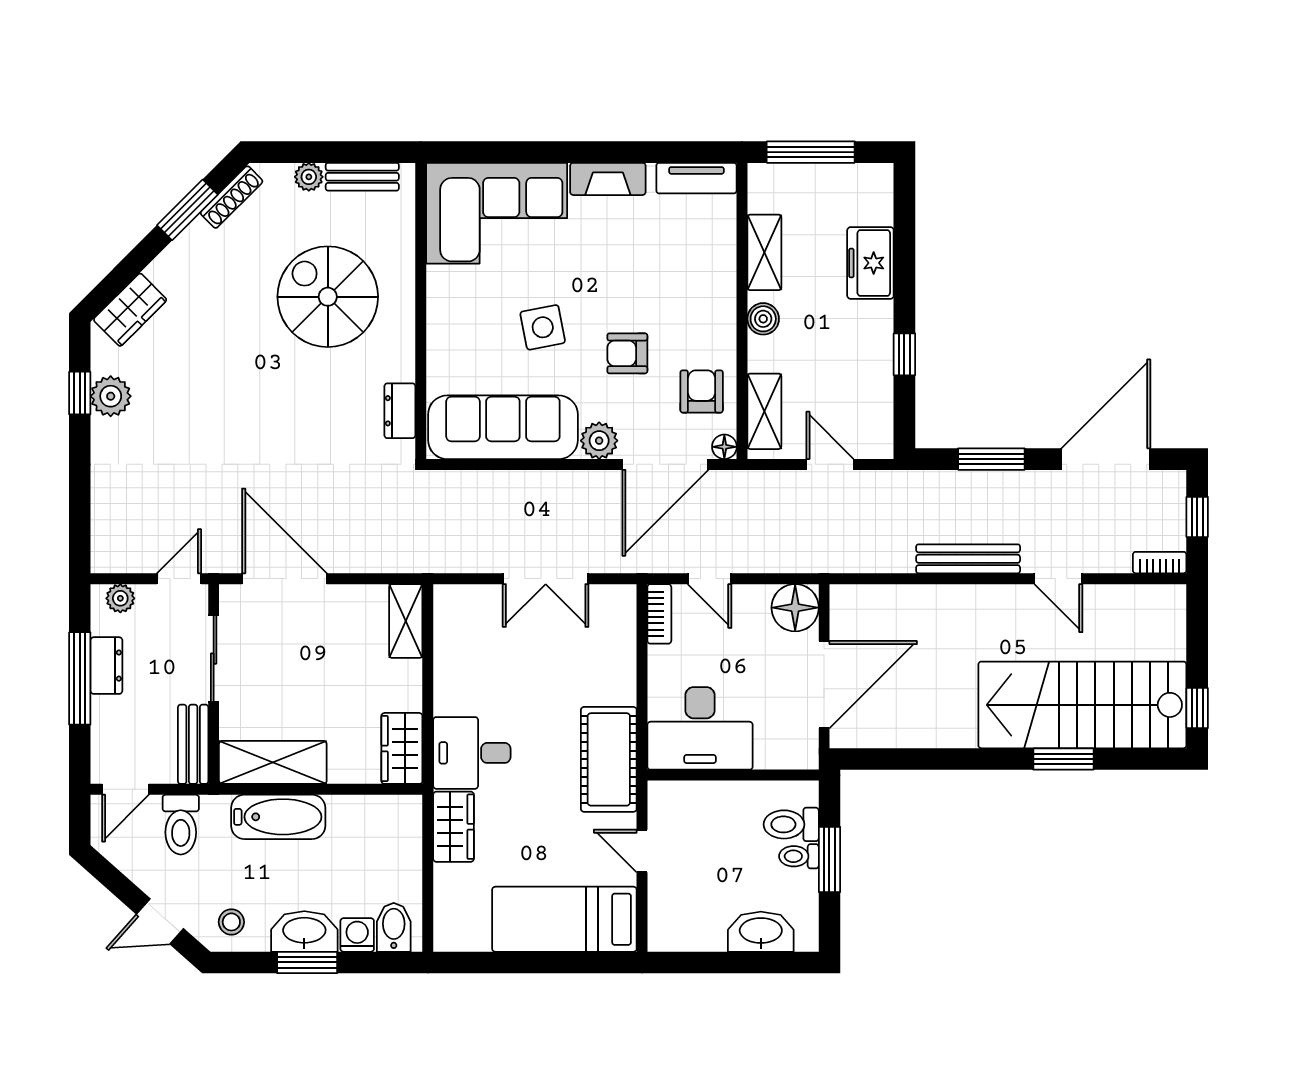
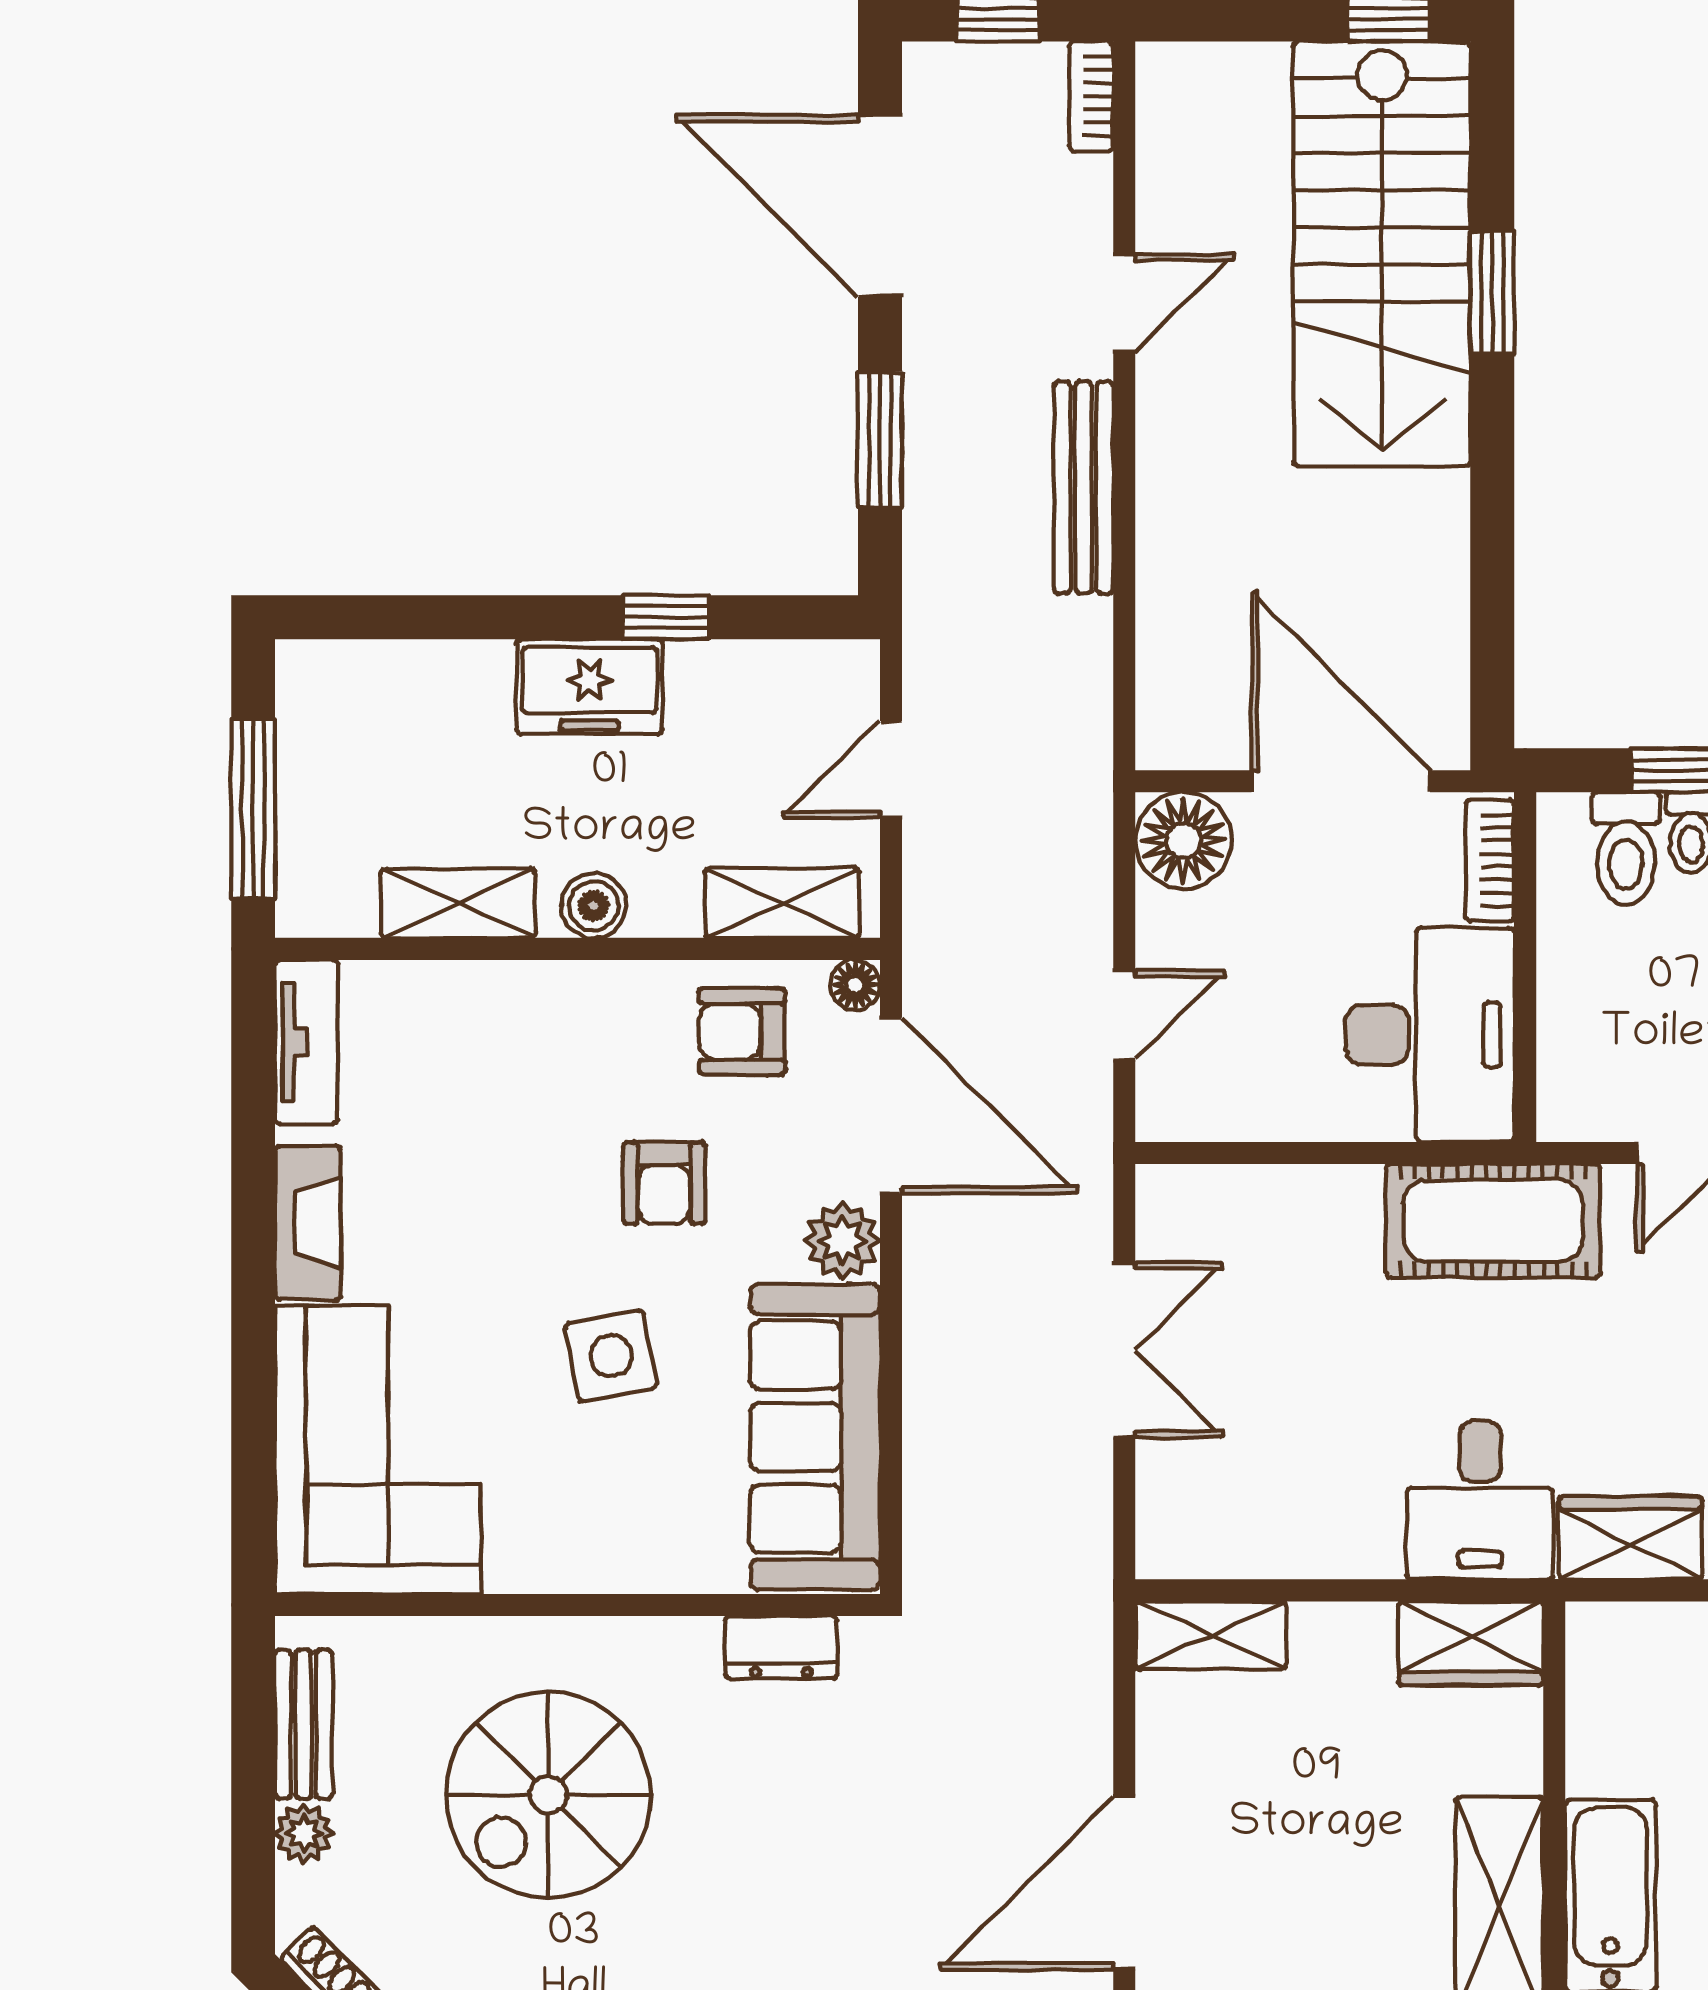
freezer: (870, 263) -> (590, 687), moved
bookcase: (659, 614) -> (1490, 860), moved, turned -90

